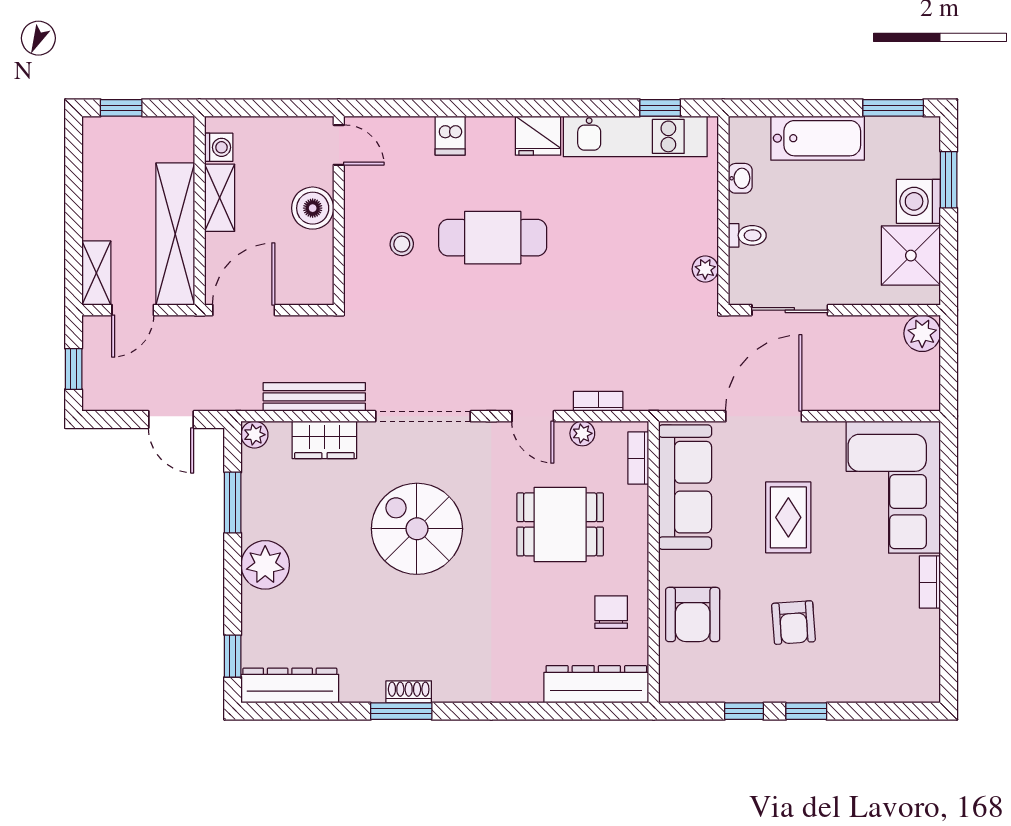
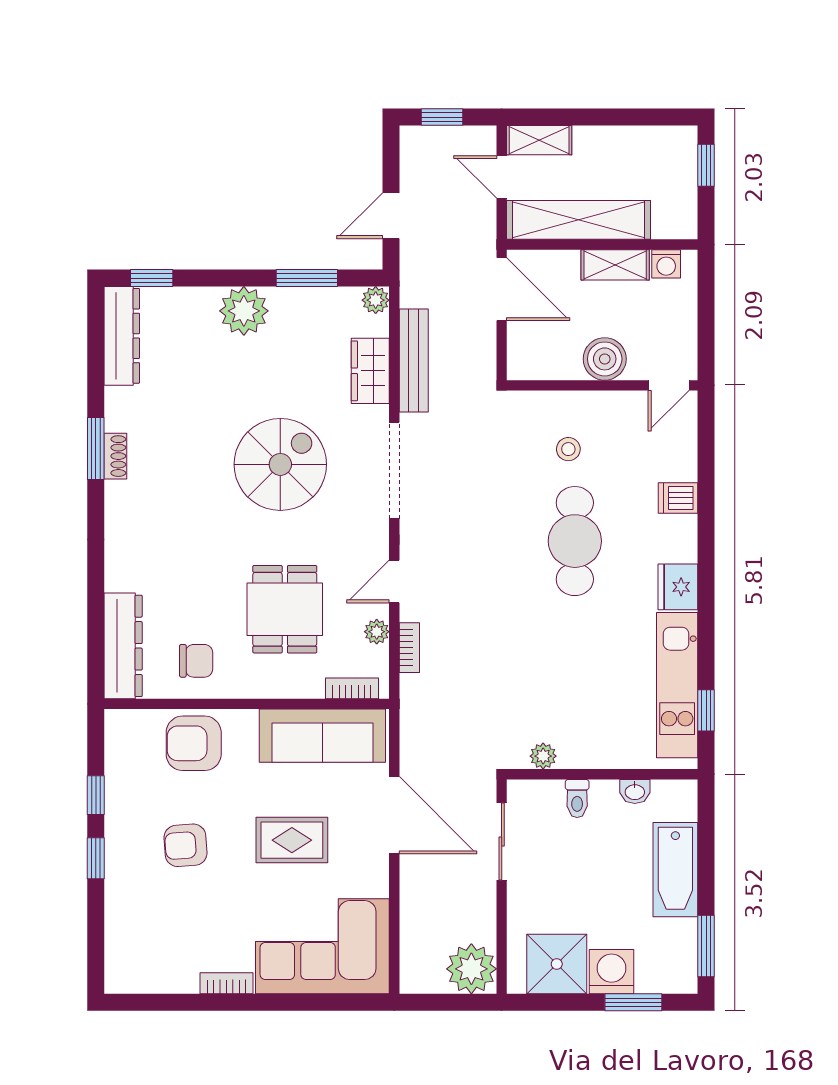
plant: (922, 333) -> (471, 969), width x1.36, depth x1.36

